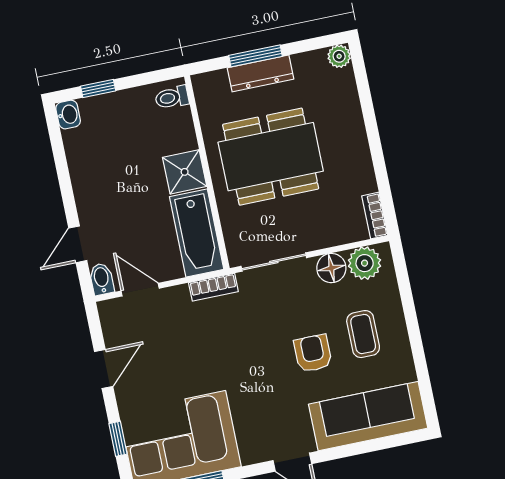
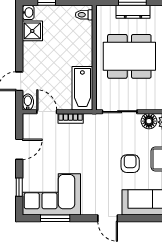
shower: (185, 172) -> (32, 31), moved
bookcase: (213, 287) -> (71, 118), moved

